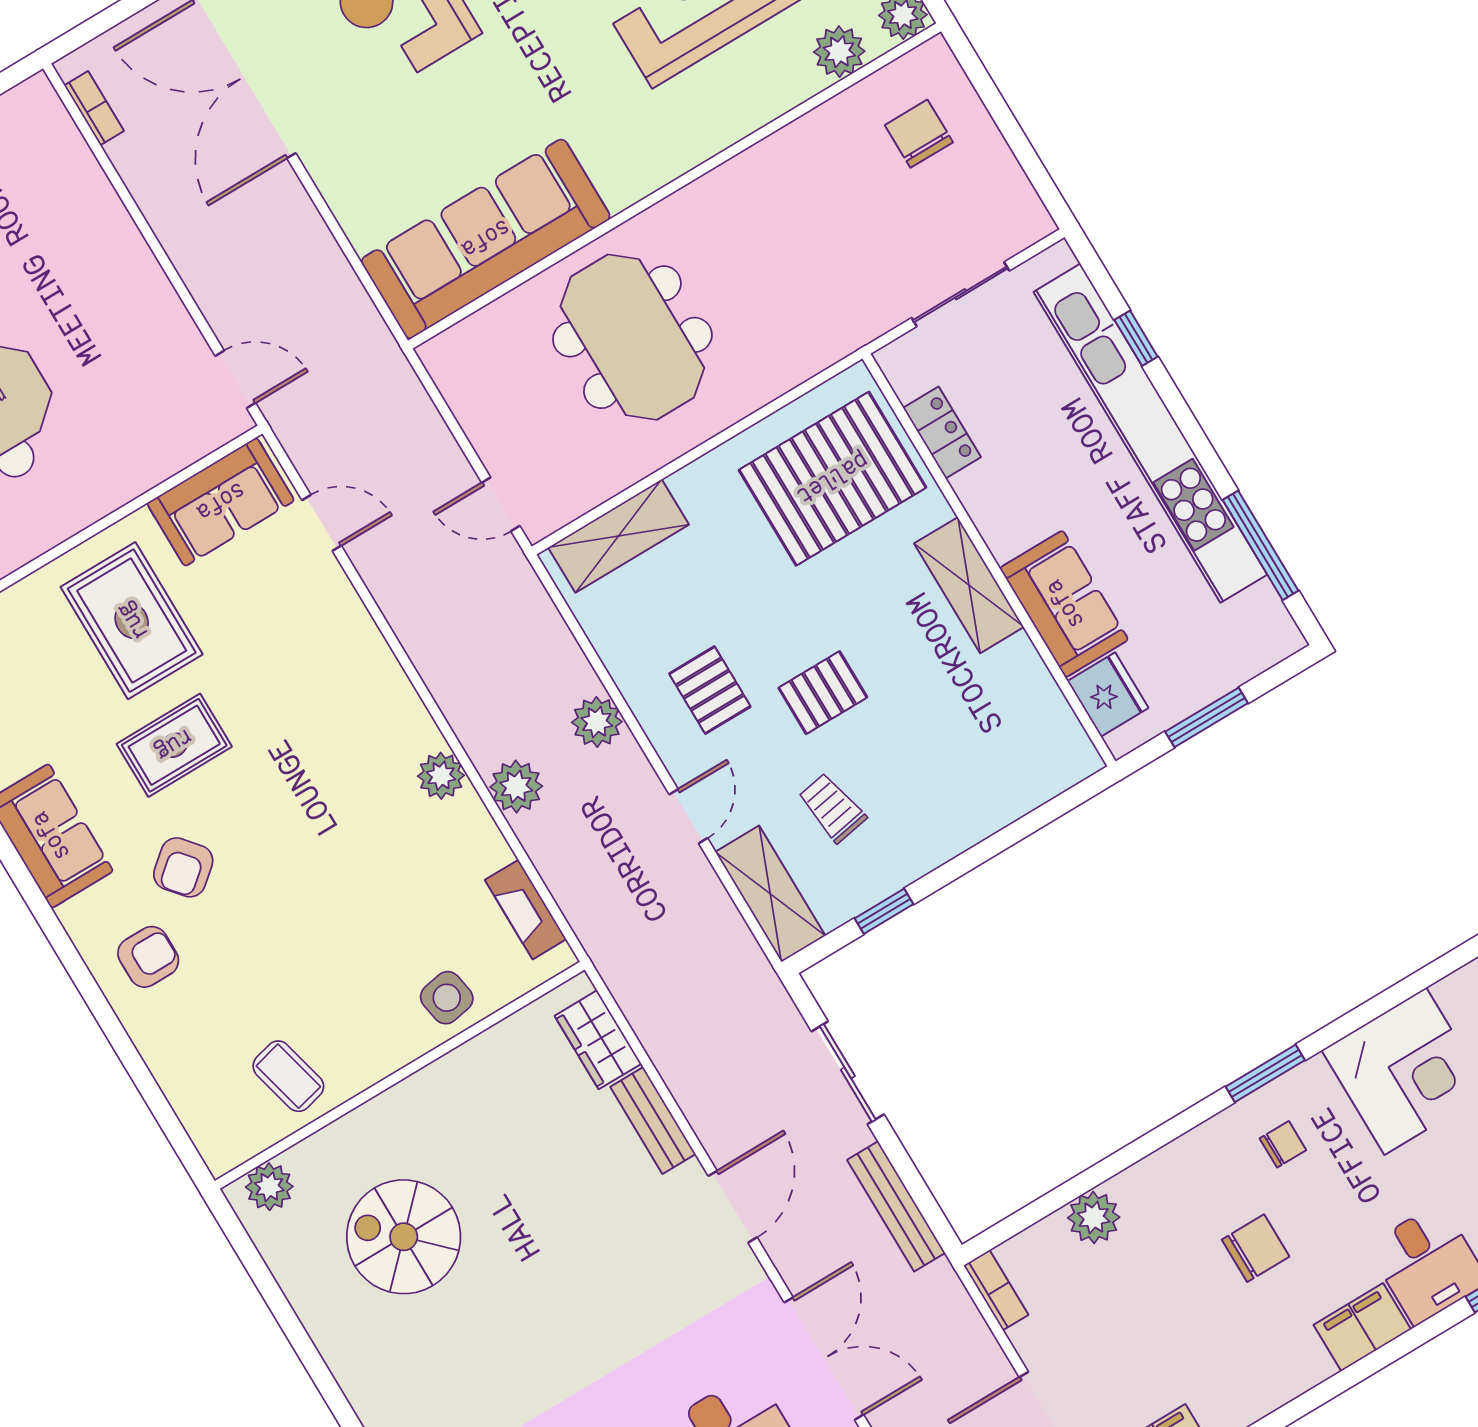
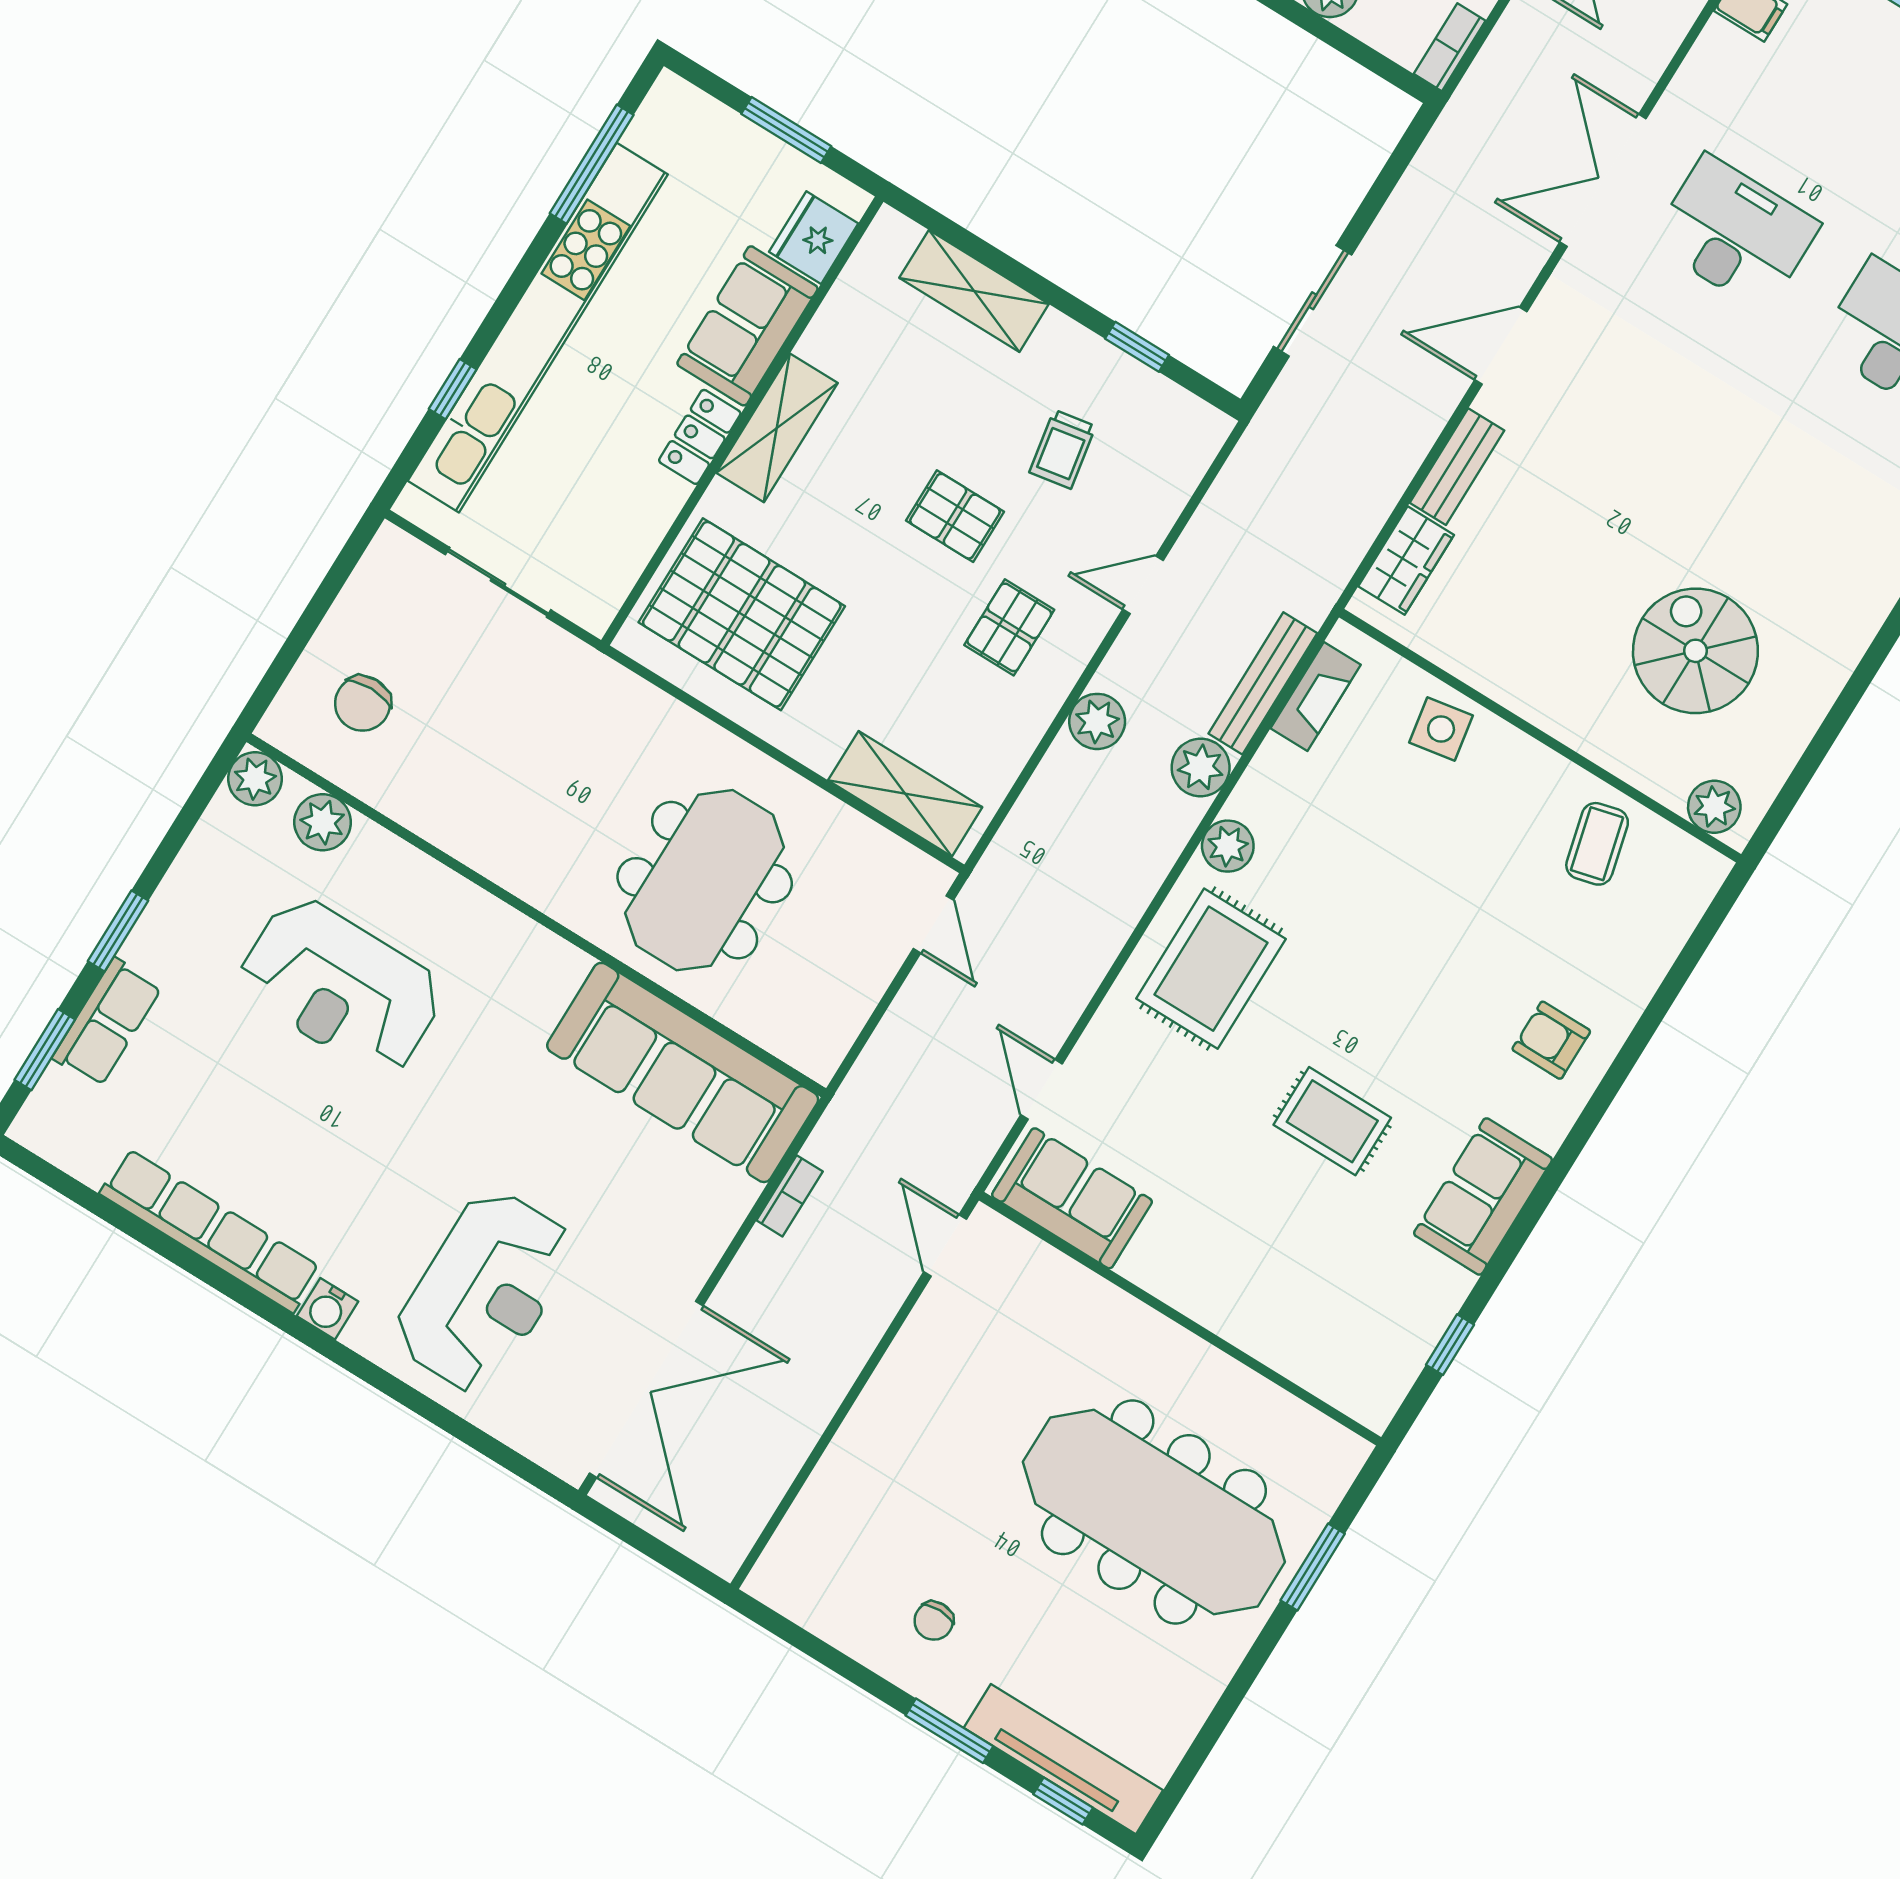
bookcase: (94, 108) -> (790, 1196), moved, turned 180
locker: (942, 432) -> (700, 437), moved
rug: (132, 621) -> (1211, 969), moved
armchair: (183, 867) -> (1447, 1051), removed
shelving: (770, 894) -> (974, 291), moved, turned 90
bench: (896, 1206) -> (1263, 683), moved
spiral stairs: (404, 1237) -> (1695, 651), turned 180

